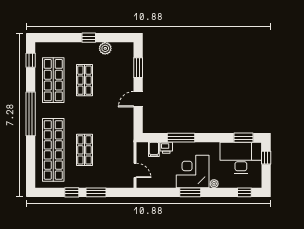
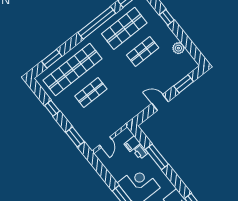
window: (89, 38) -> (167, 17), moved
window: (31, 114) -> (97, 23), moved
window: (31, 160) -> (52, 59), added
window: (96, 192) -> (75, 137), moved

